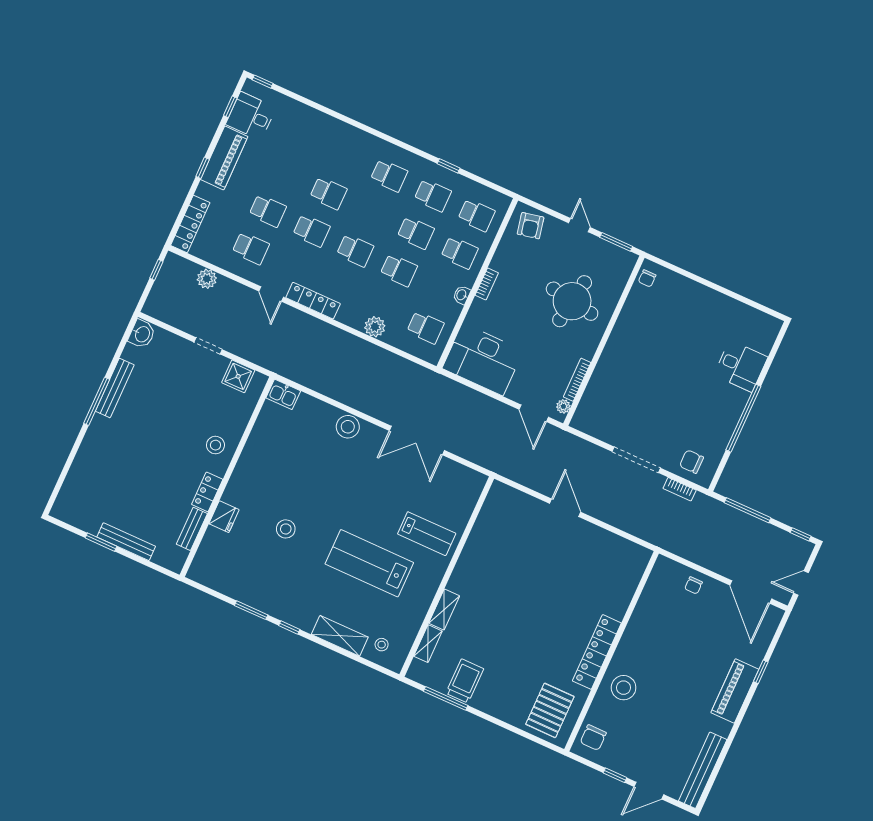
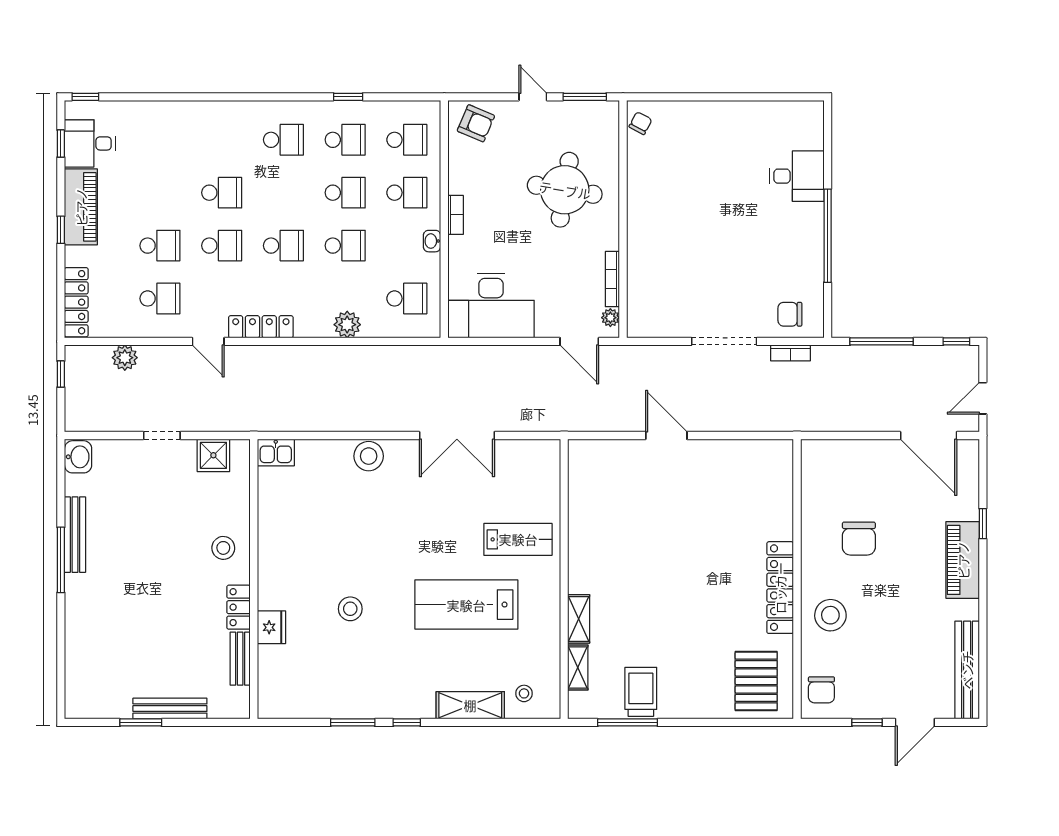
armchair: (531, 226) -> (476, 123), turned -55
chair: (647, 278) -> (640, 123), turned -152
chair: (693, 585) -> (859, 539), moved, width x1.87, depth x1.87

